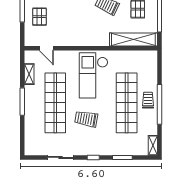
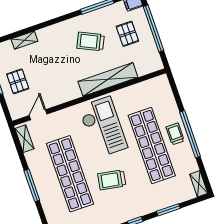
shelving: (133, 40) -> (108, 79), moved
door: (46, 48) -> (38, 115), swing flipped
shelving: (29, 74) -> (24, 139), moved
checkout: (93, 75) -> (103, 127), turned 180

